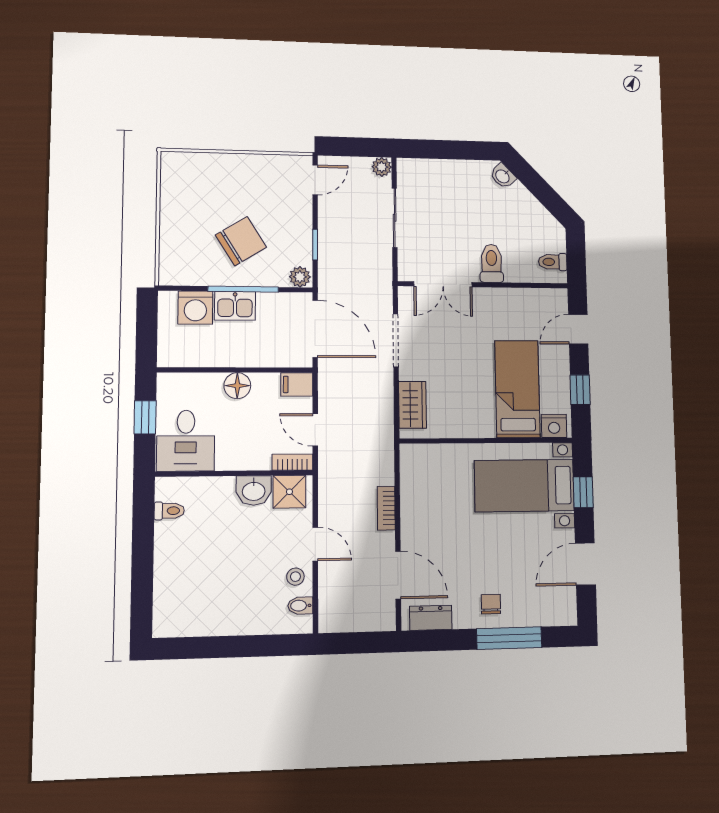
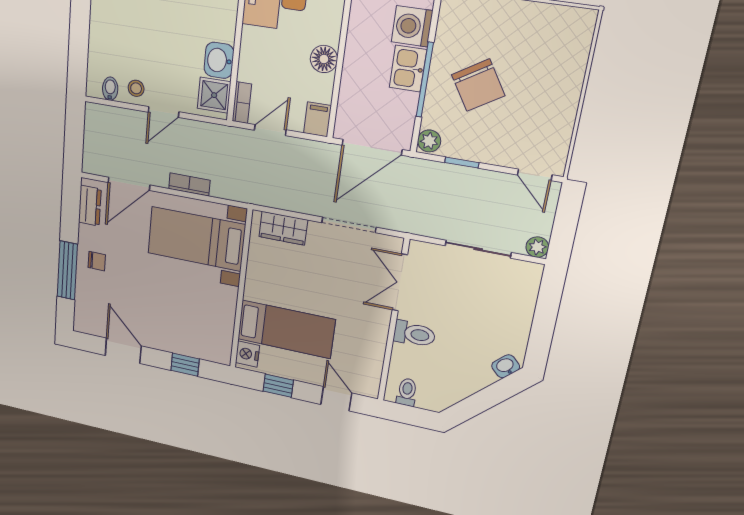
bed with nightstands: (524, 486) -> (196, 239), moved, turned -90

